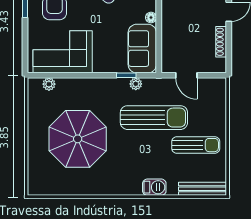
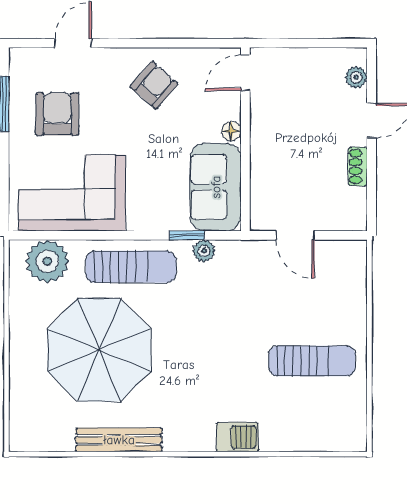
shoe rack: (221, 42) -> (358, 167), width x0.70
plant: (49, 84) -> (47, 261), width x1.88, depth x1.88
sun lounger: (154, 118) -> (131, 267), moved, width x0.73, depth x0.75
bench: (202, 189) -> (119, 440), moved

